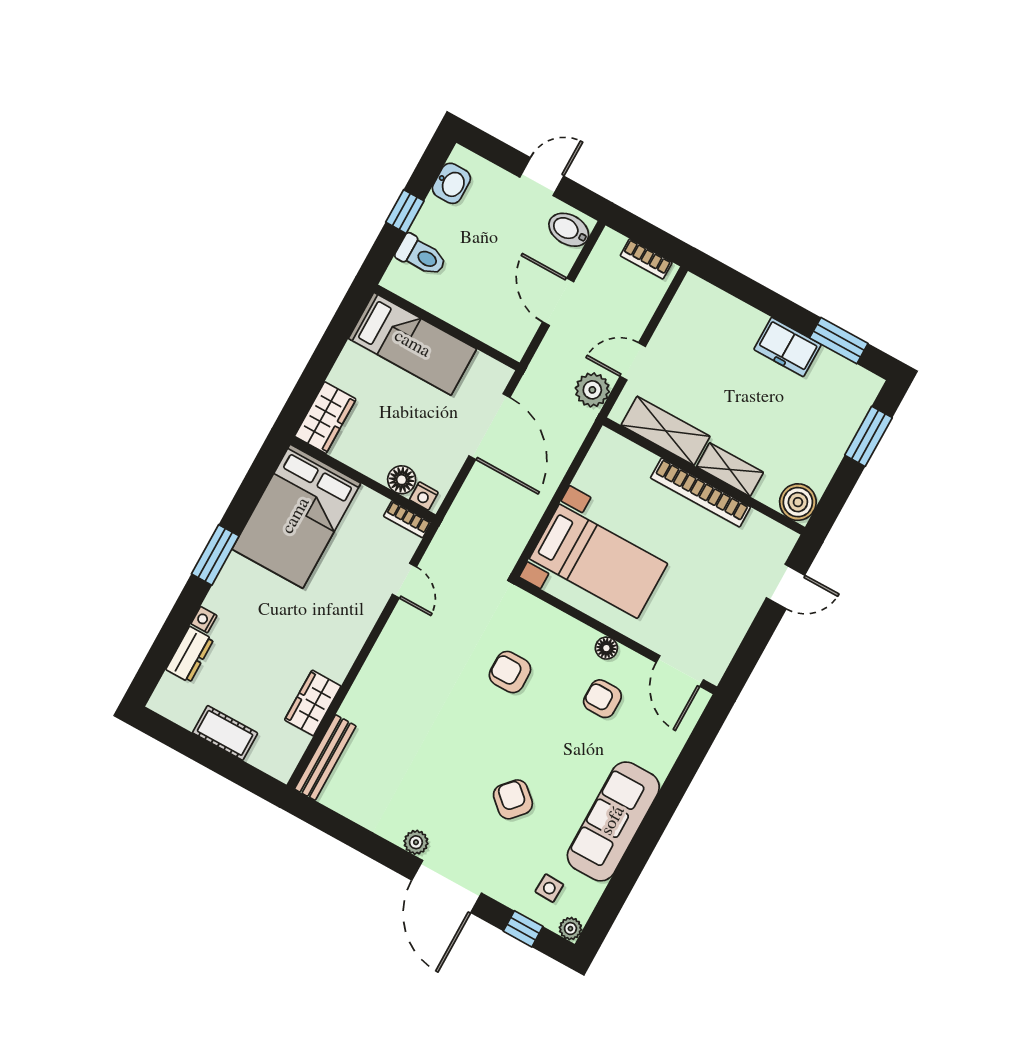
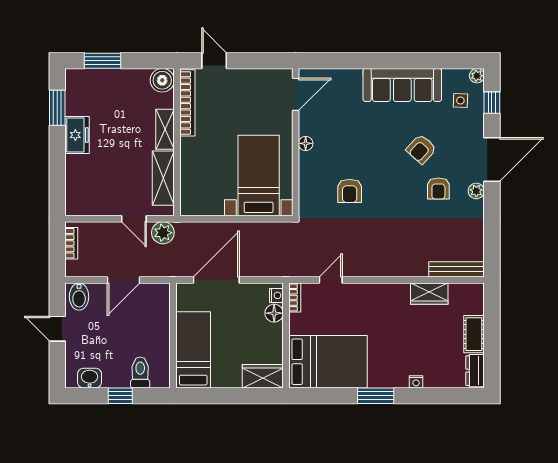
bookcase: (701, 492) -> (187, 103), moved
dresser: (190, 654) -> (475, 371), moved, turned -90
armchair: (602, 699) -> (438, 188), moved

